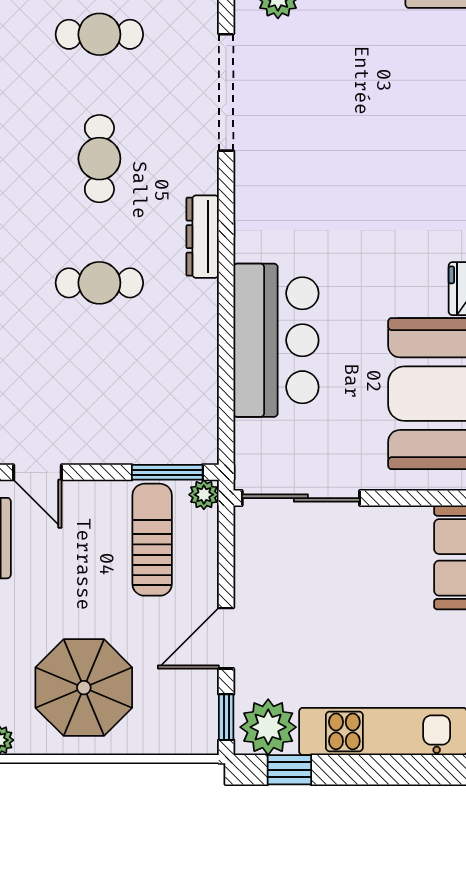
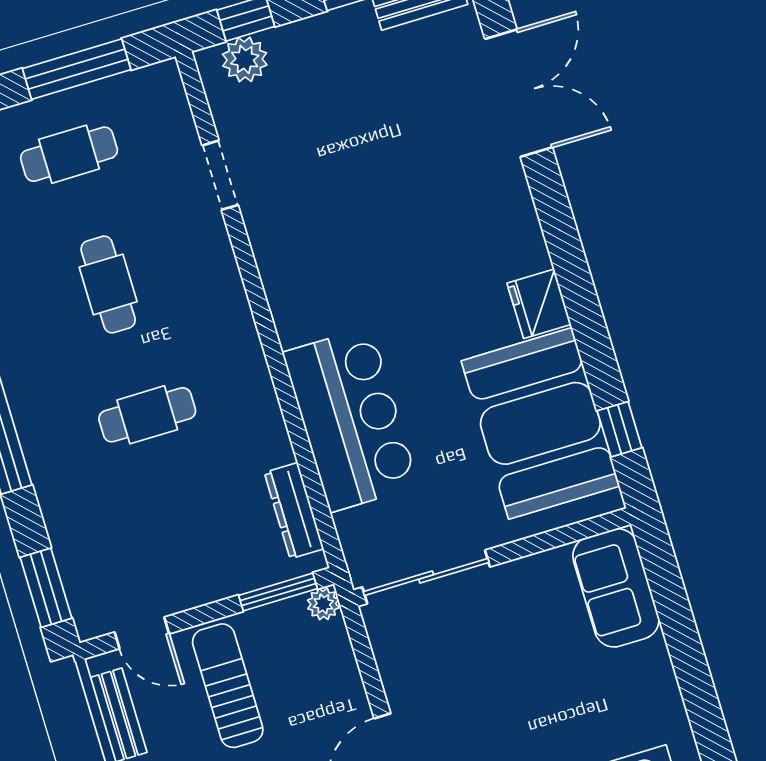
doorway: (226, 92) -> (220, 175), width x0.53
dresser: (203, 237) -> (294, 511), moved
sun lounger: (152, 540) -> (228, 686), moved

